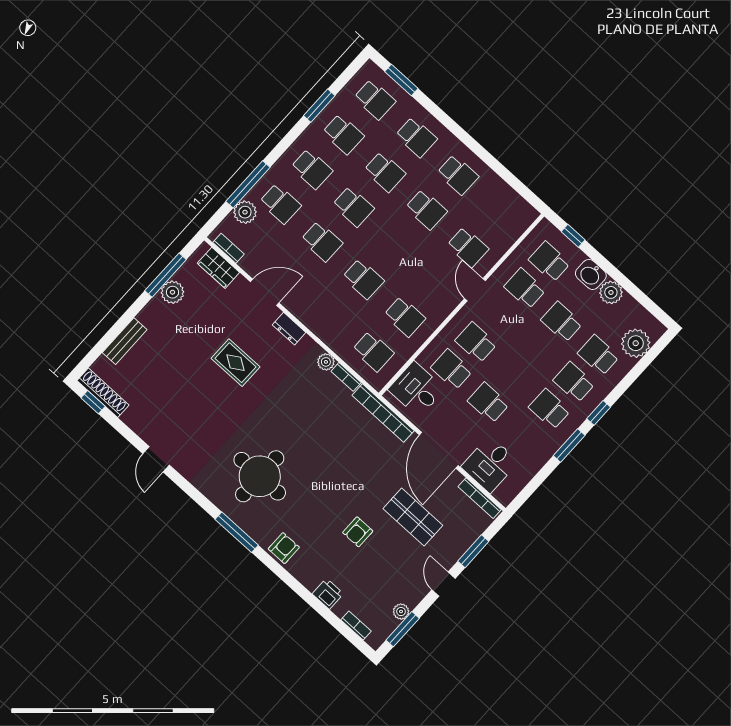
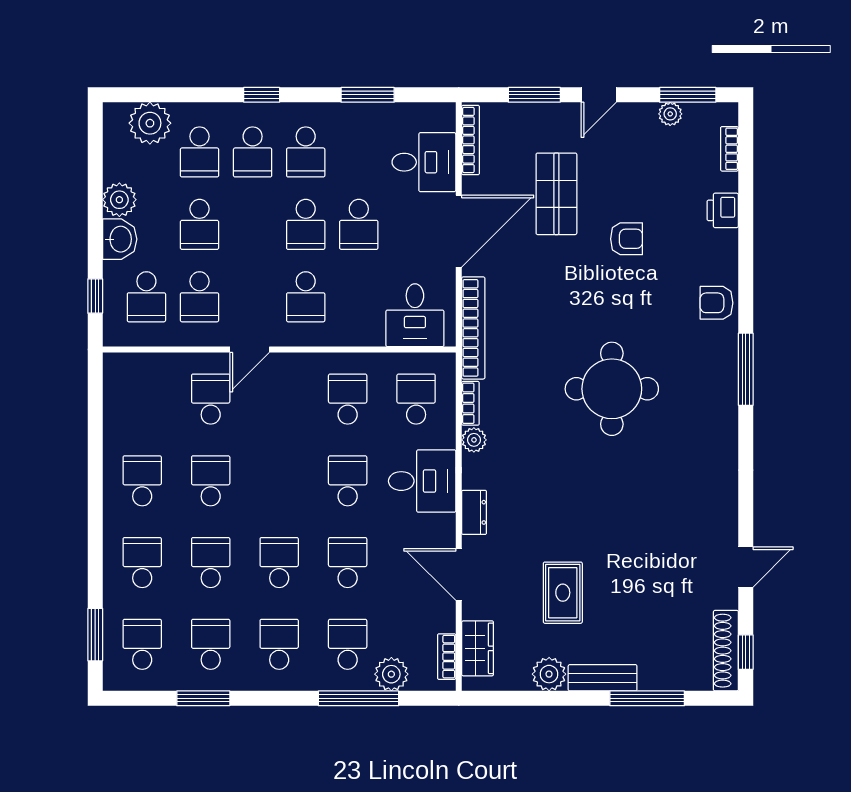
window: (166, 275) -> (647, 698), moved
desk: (329, 317) -> (422, 481), added
bench: (125, 341) -> (603, 678), moved
rug: (235, 363) -> (563, 593), moved
school desk: (452, 369) -> (306, 224), moved
window: (569, 445) -> (368, 95), moved
door: (156, 459) -> (746, 567), moved
round table: (260, 476) -> (612, 389), moved

